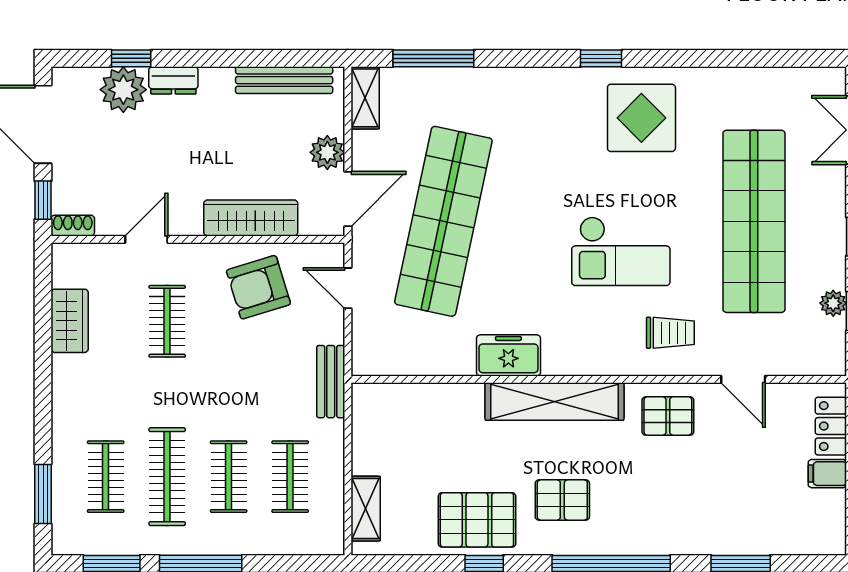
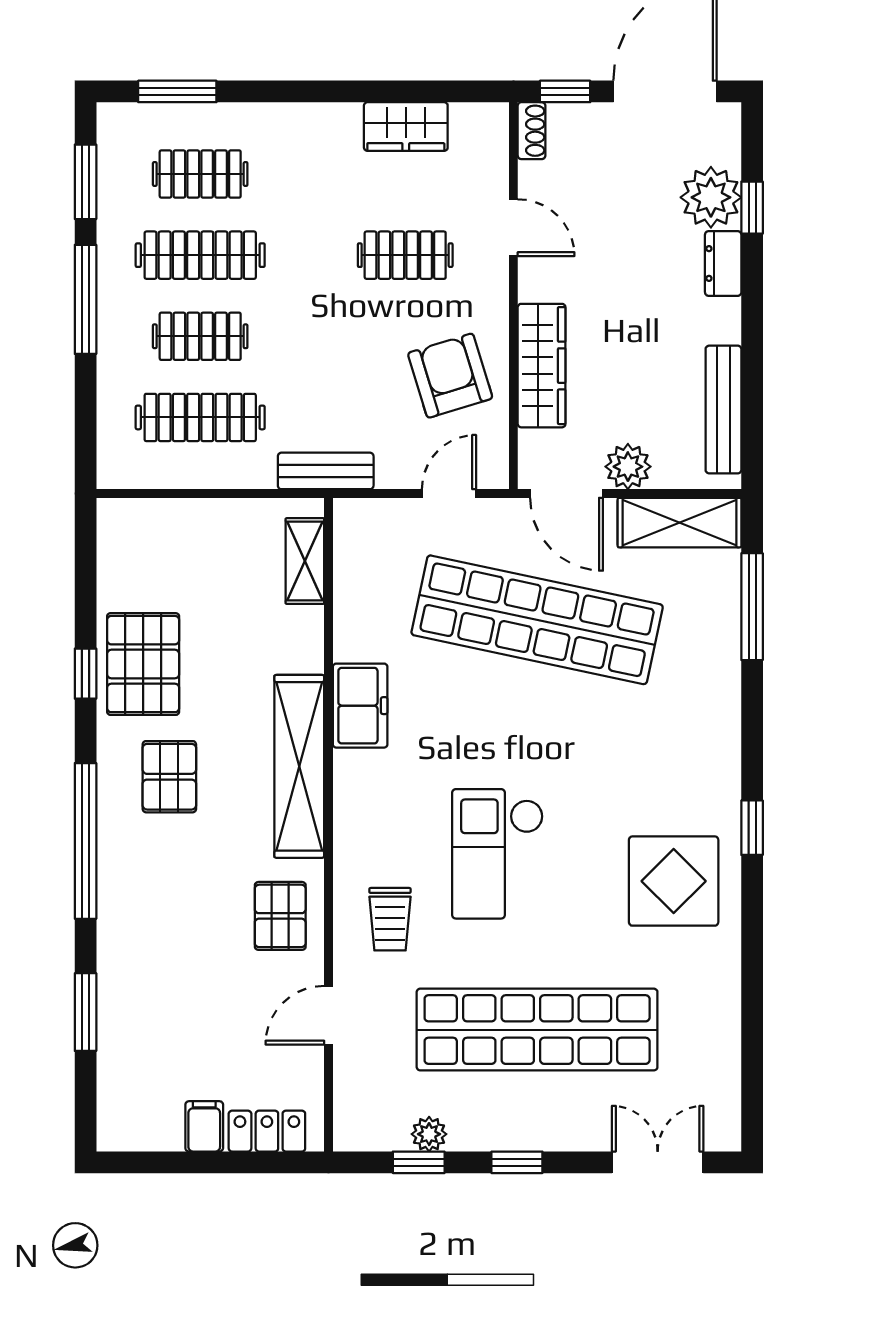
shelving: (365, 98) -> (680, 523), width x1.50, depth x1.33
clothes rail: (290, 477) -> (200, 417), width x1.36
shelving: (366, 509) -> (305, 561), moved, turned 90

